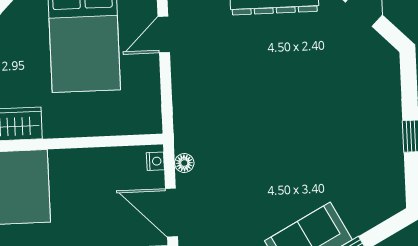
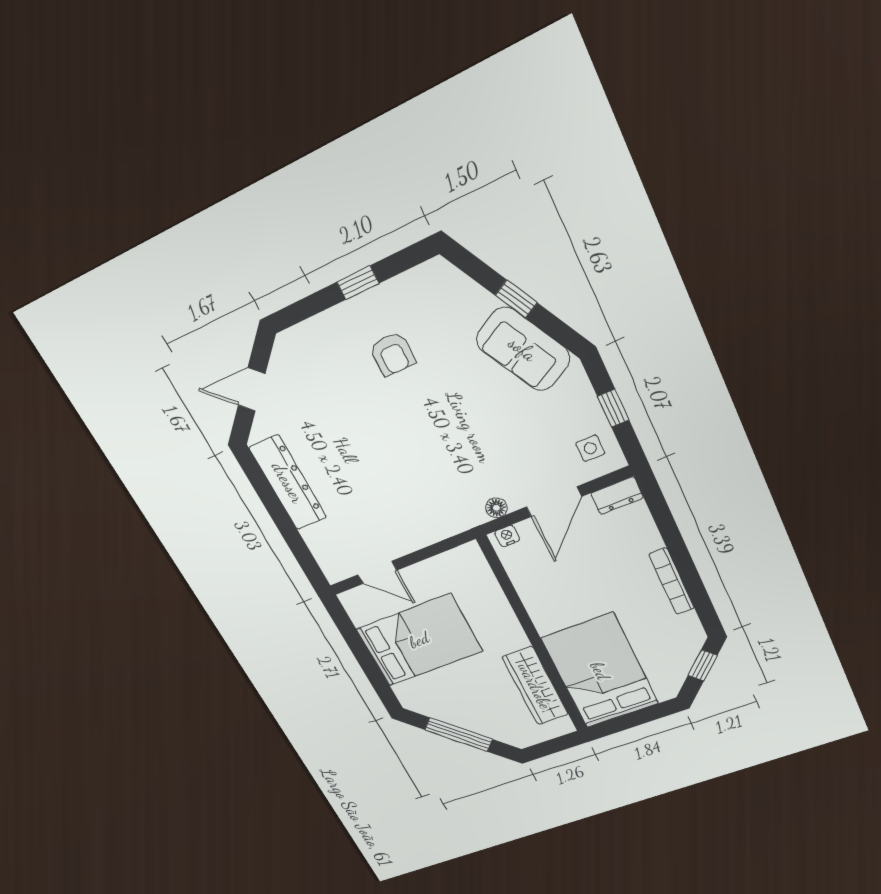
armchair: (346, 137) -> (392, 354), added

